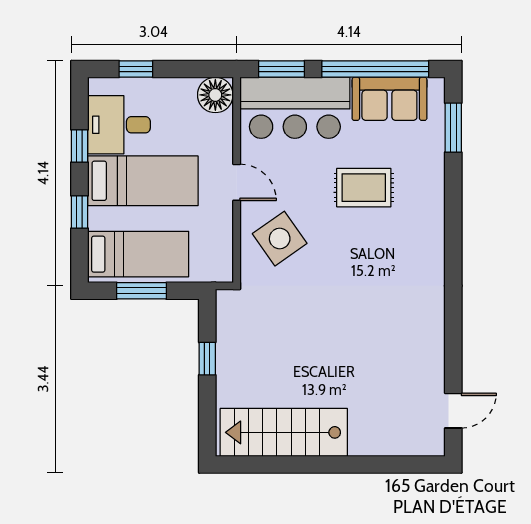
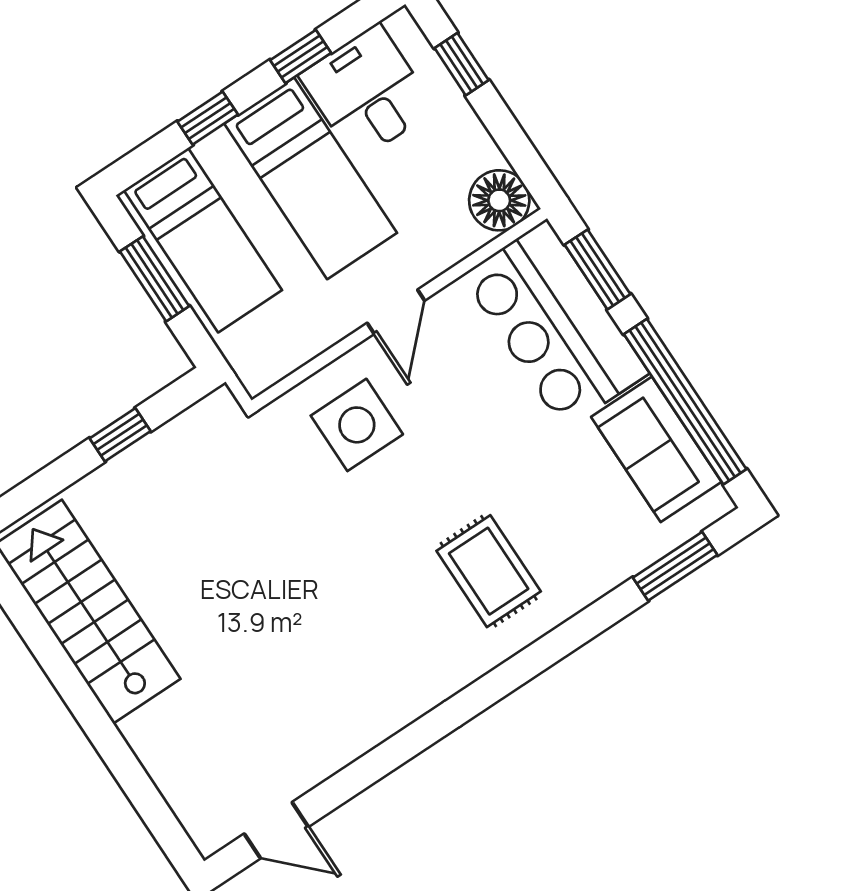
rug: (364, 188) -> (489, 571), moved
side table: (280, 239) -> (357, 425), turned 35

